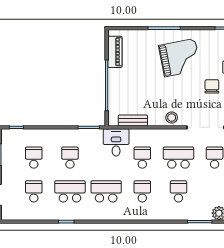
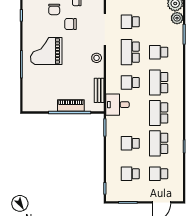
piano: (115, 52) -> (71, 106), moved
grand piano: (180, 58) -> (46, 51), turned -79
school desk: (142, 191) -> (159, 83), width x1.85

